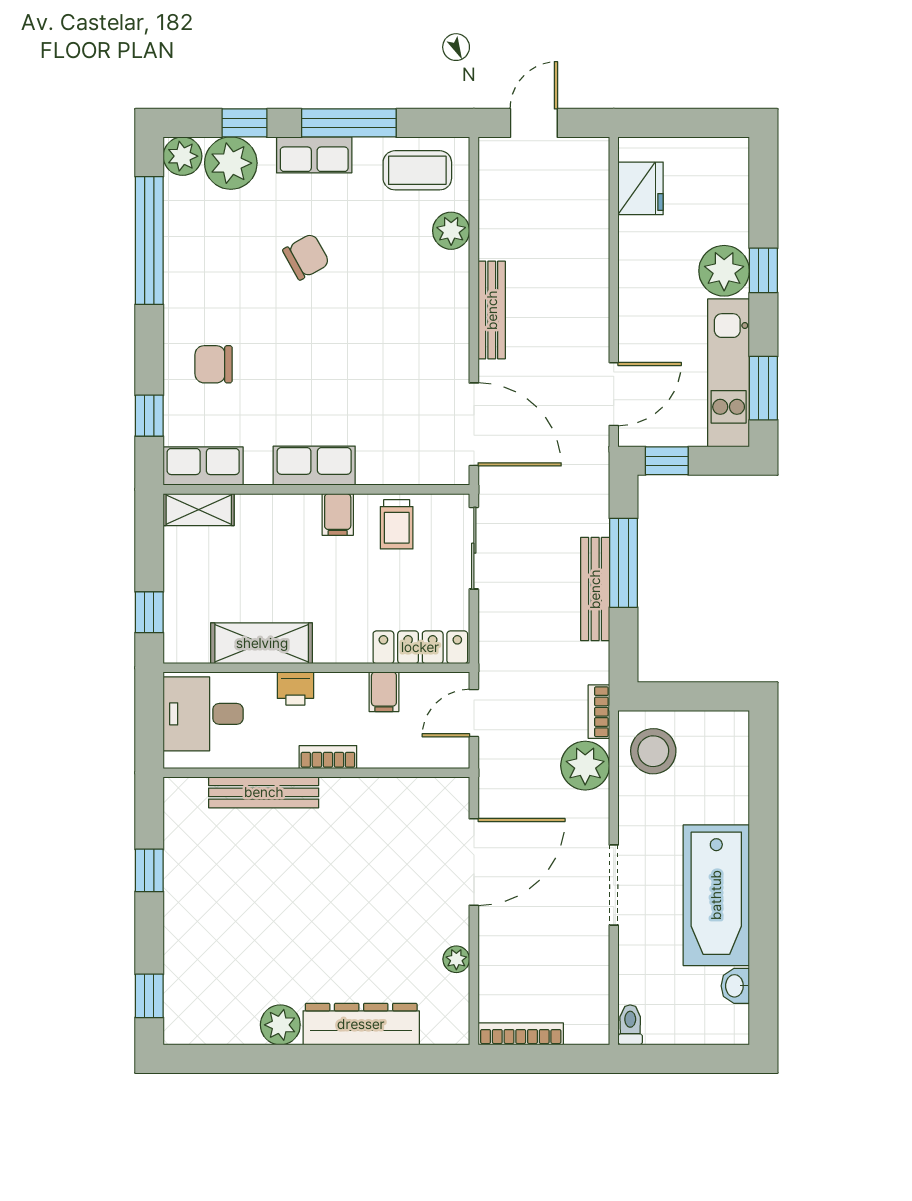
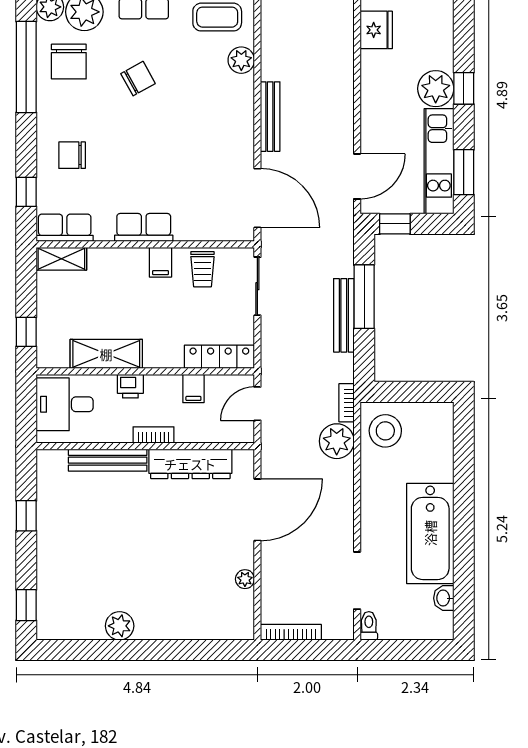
chair: (209, 233) -> (69, 62), added
doorway: (614, 885) -> (357, 581), moved
dresser: (361, 1024) -> (190, 464), moved, turned 180

